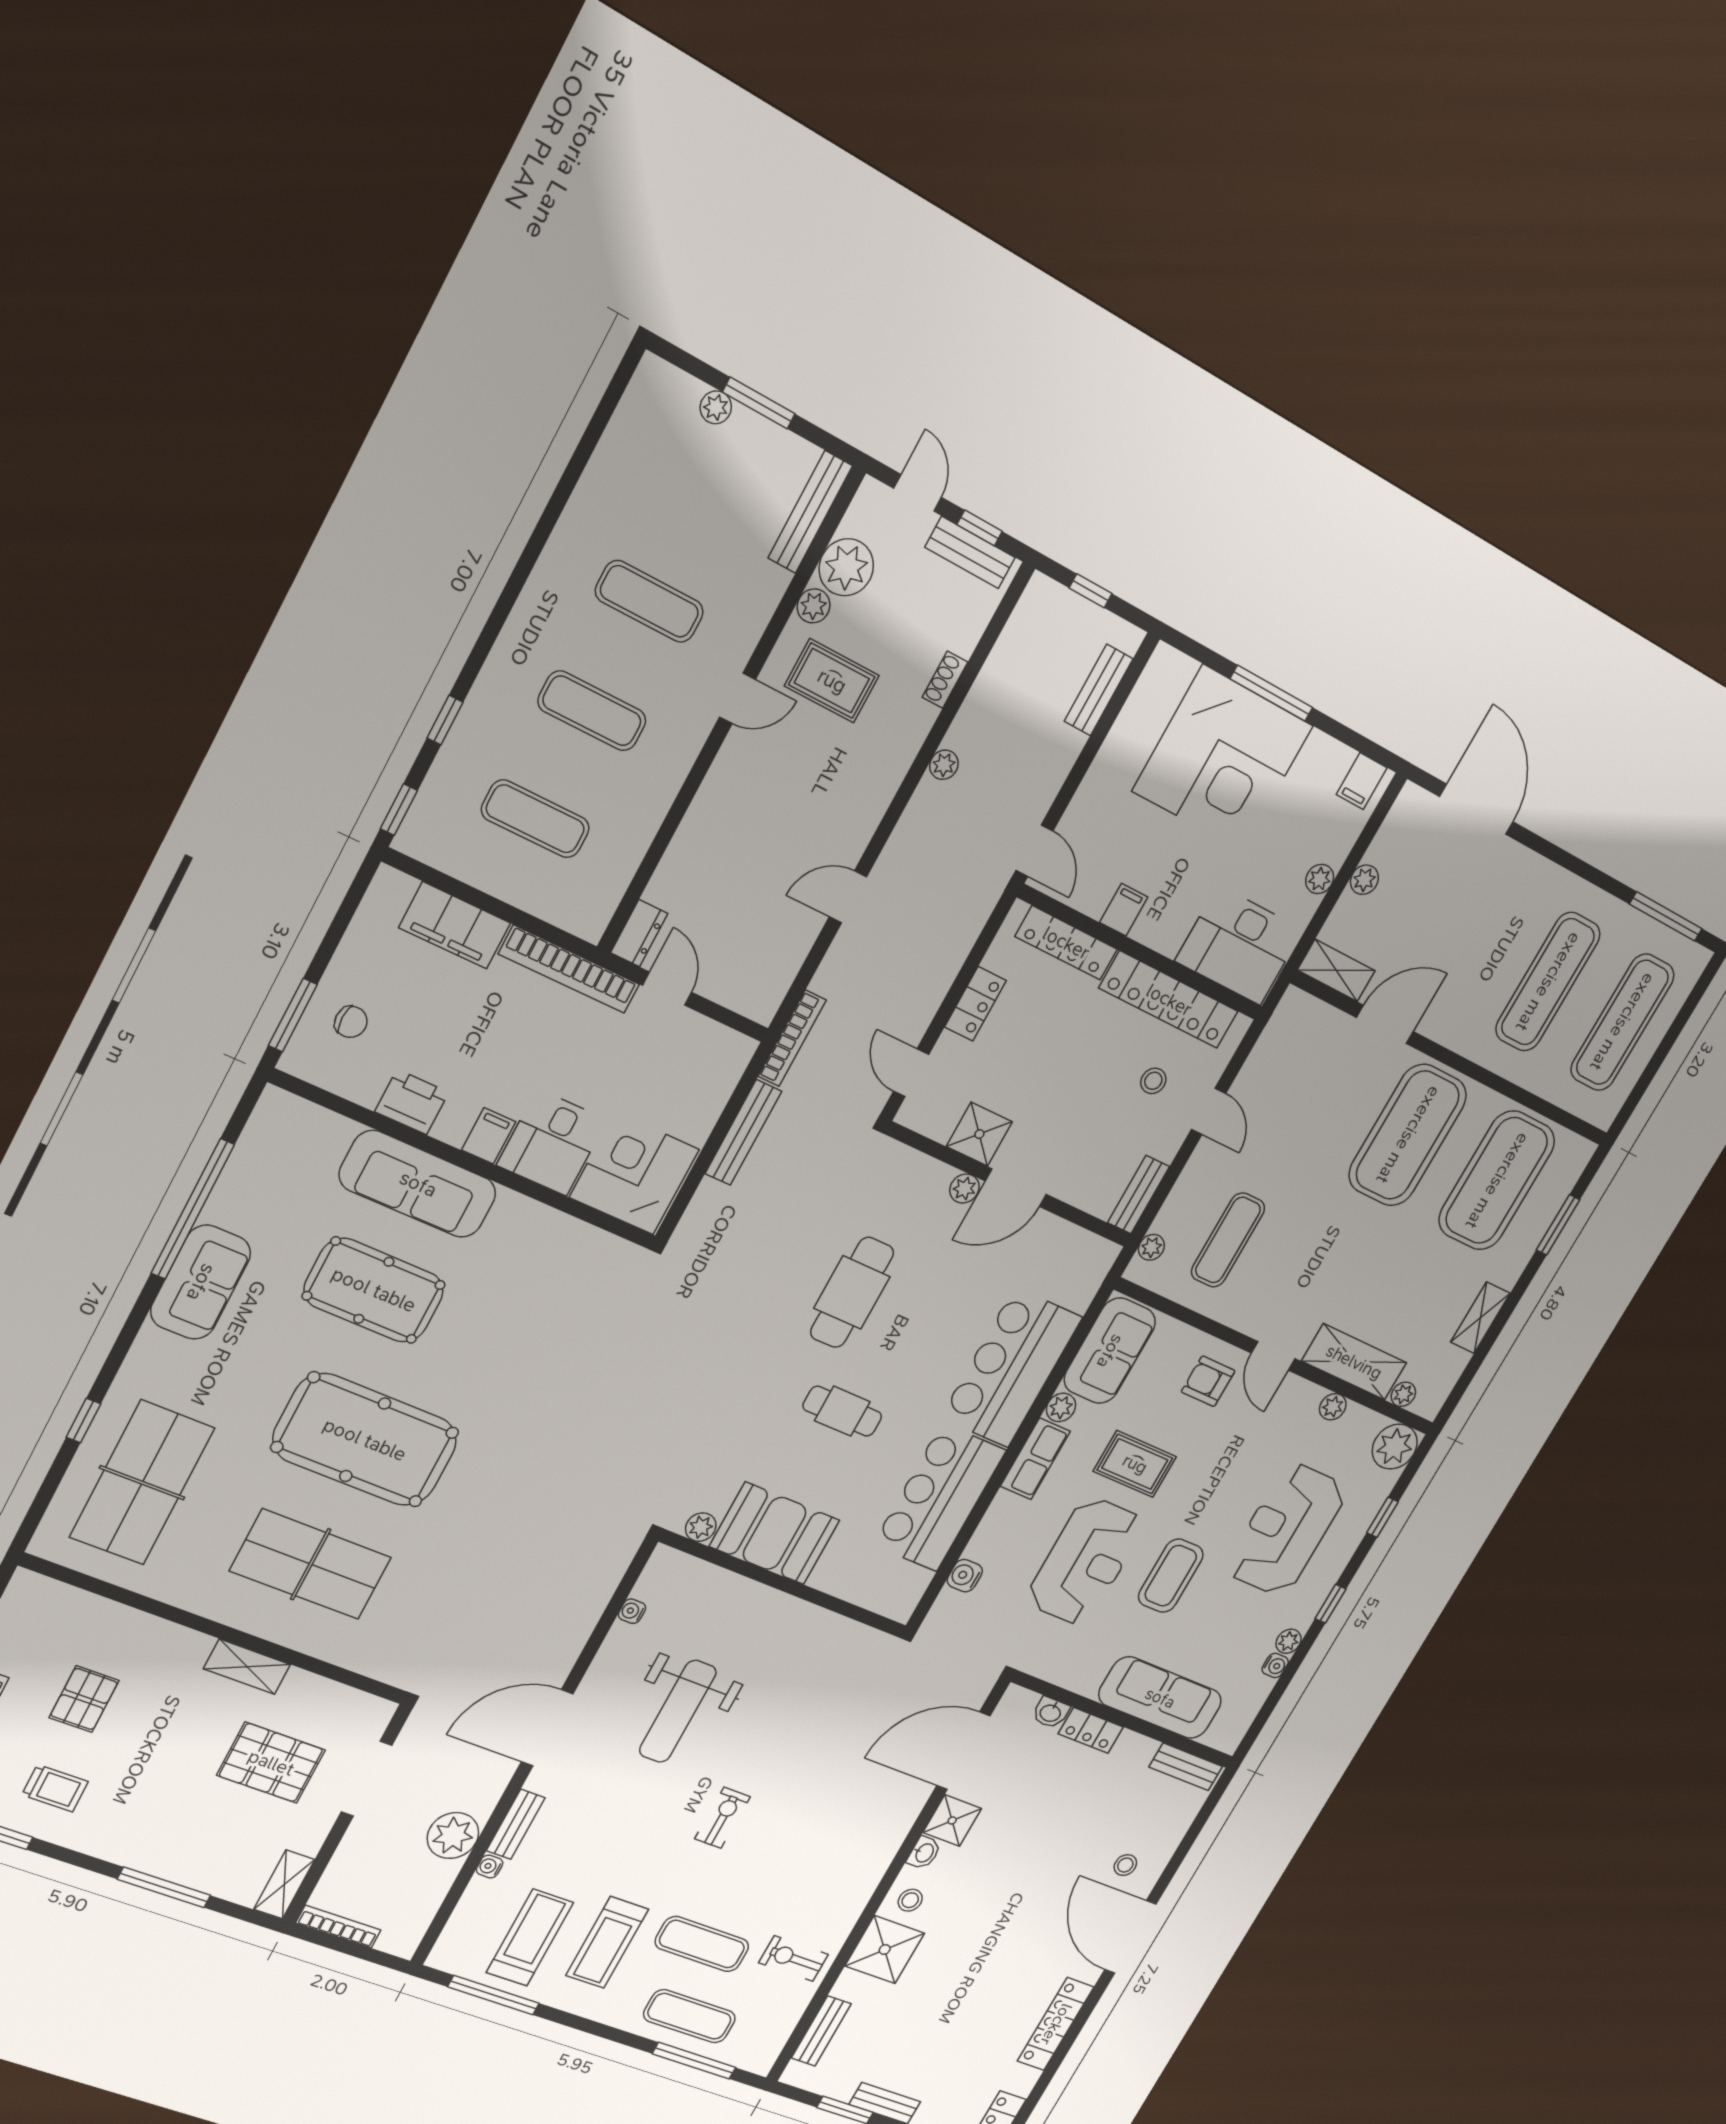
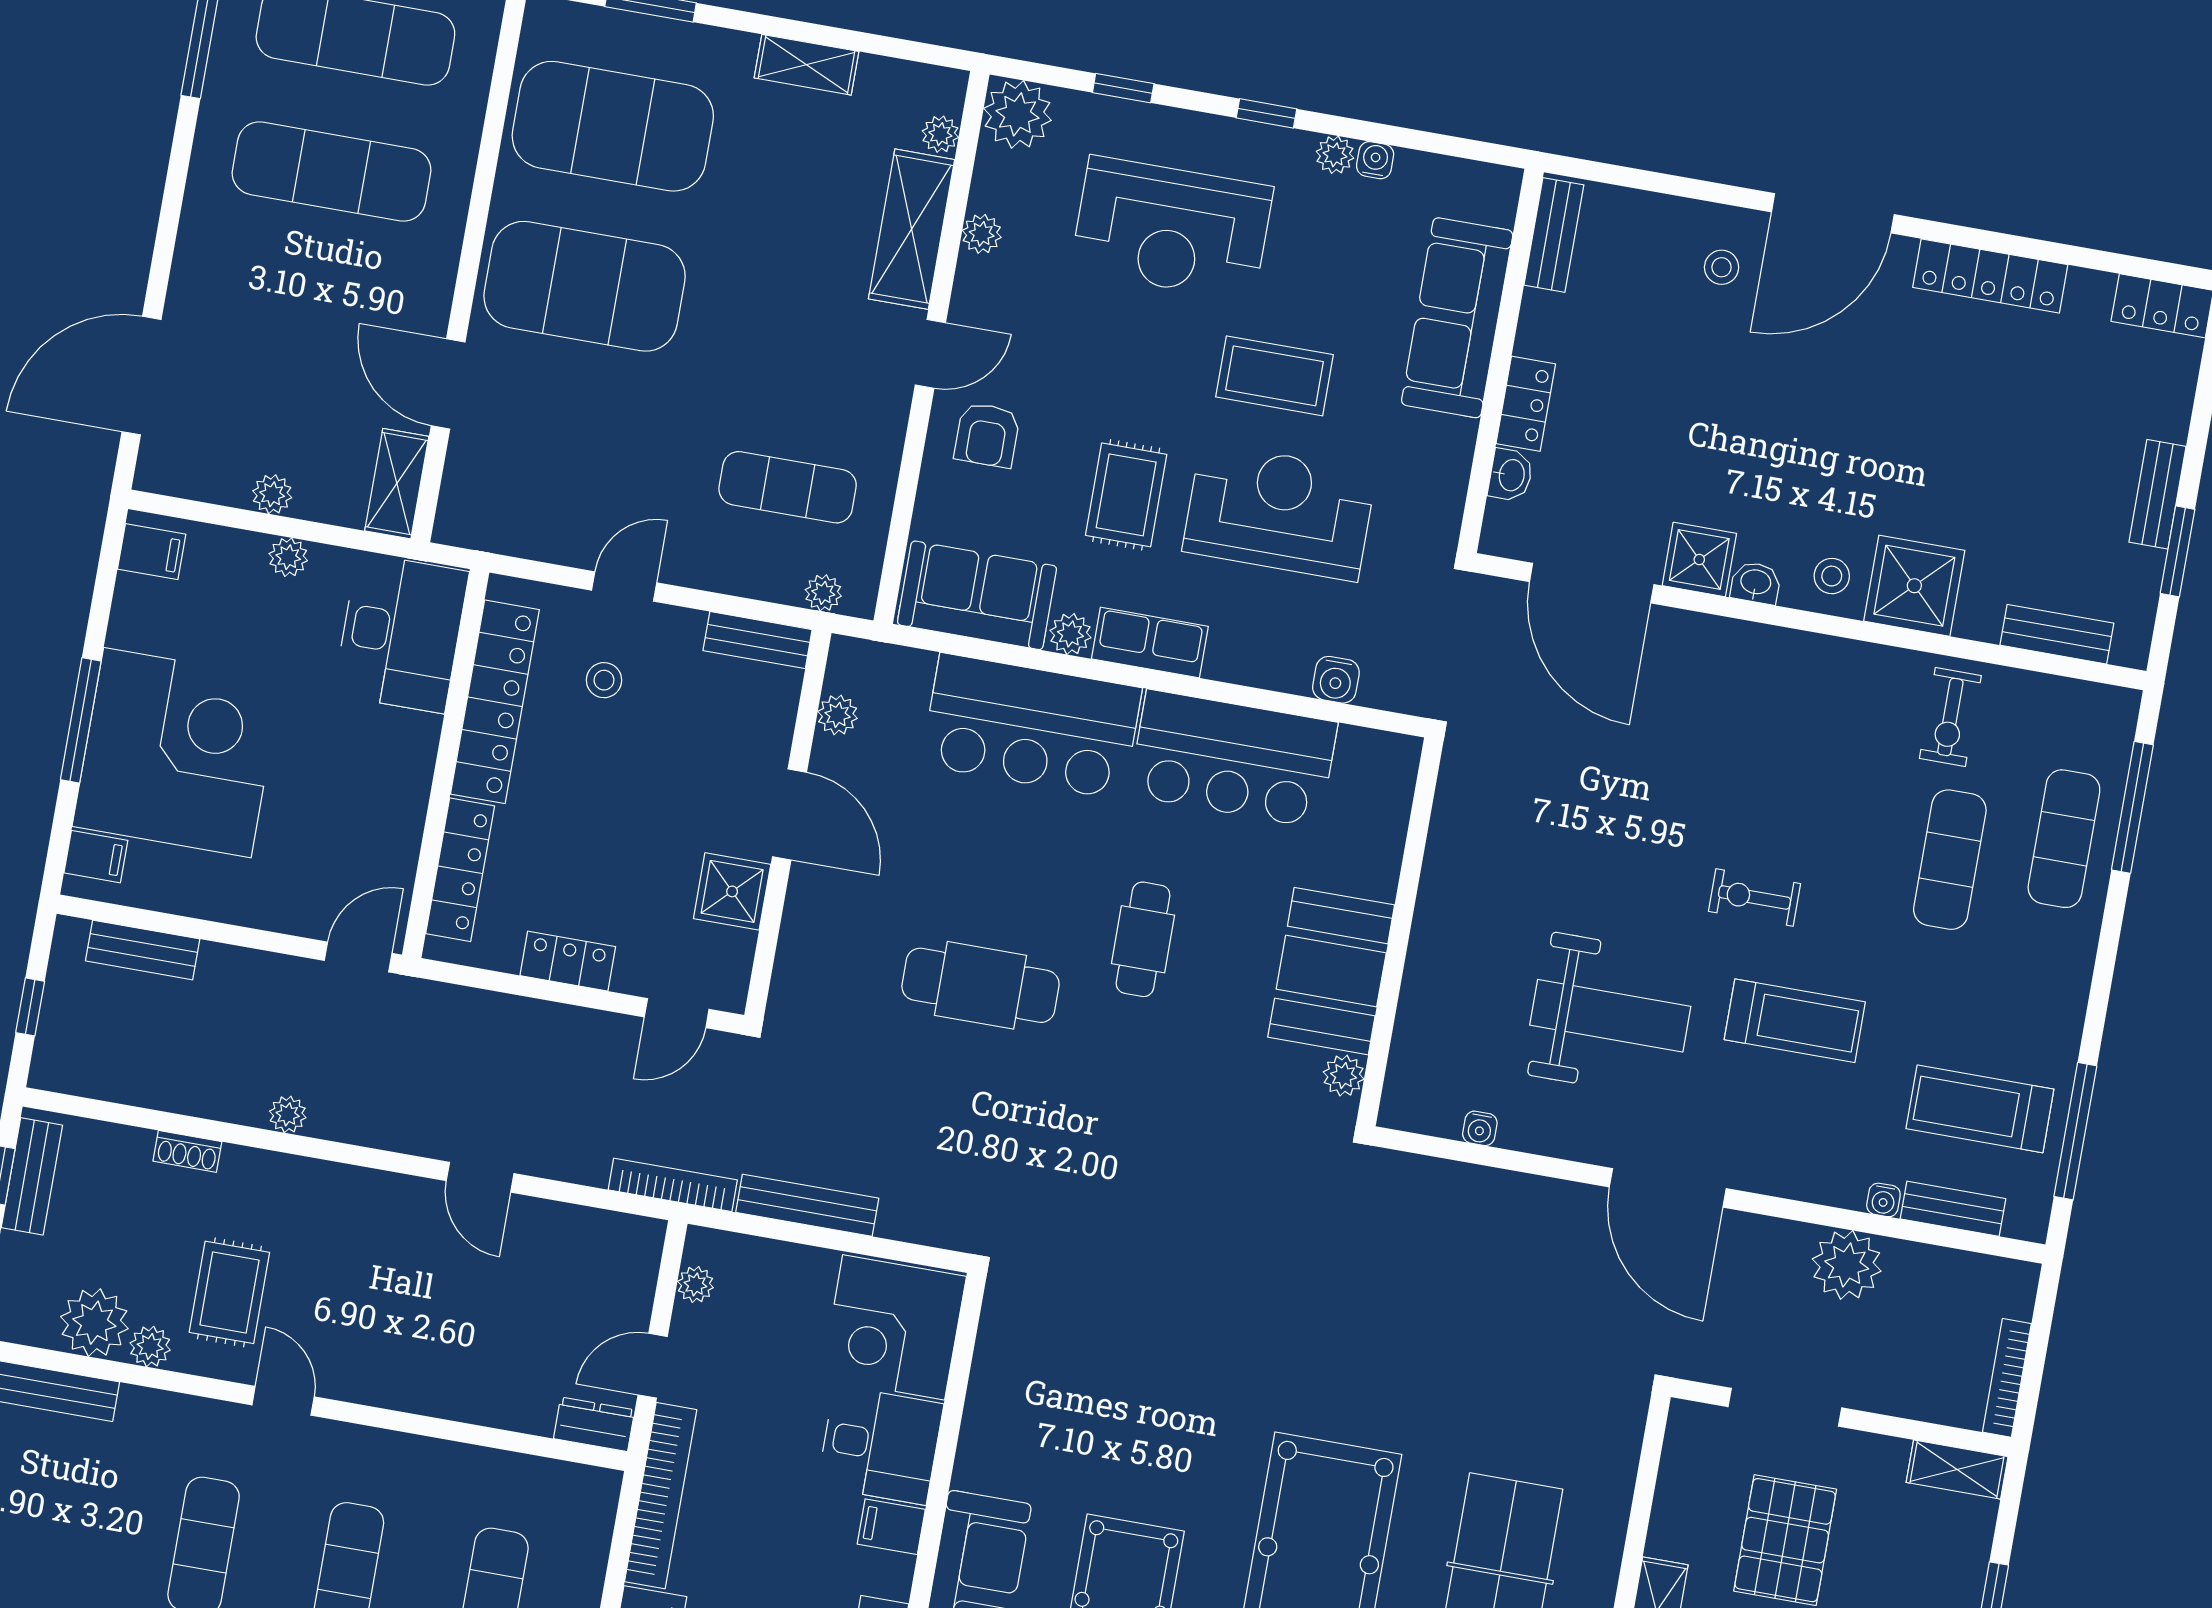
filing cabinet: (1124, 910) -> (96, 857), moved, turned 180
plant: (715, 1036) -> (695, 1285), added
plant: (964, 1189) -> (838, 715), moved
bench: (516, 1824) -> (1953, 1209), moved
treadmill: (607, 1942) -> (1795, 1021), moved

